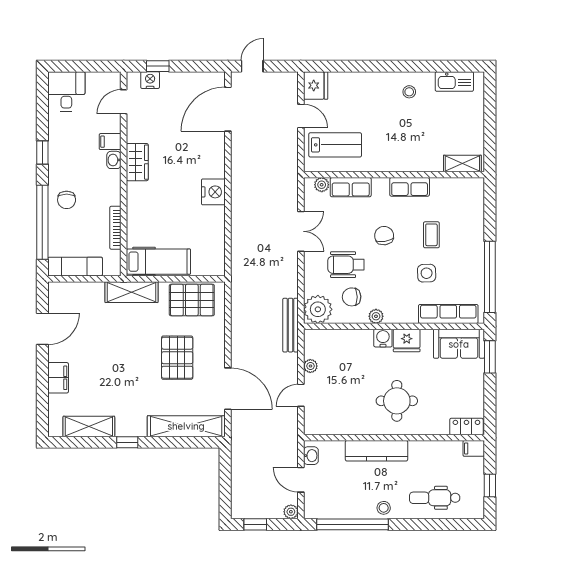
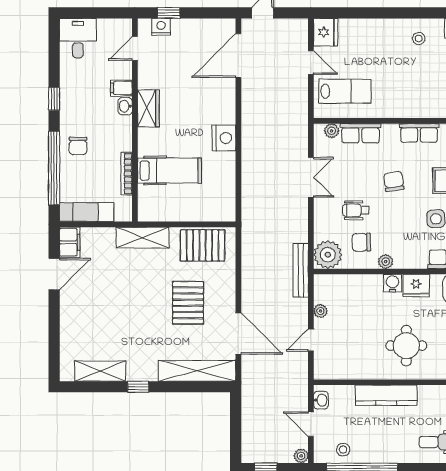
hospital bed: (158, 262) -> (169, 171), moved
wheelchair: (346, 265) -> (356, 210), width x0.73, depth x0.73
filing cabinet: (58, 378) -> (70, 242), moved
stool: (384, 508) -> (343, 450), moved

